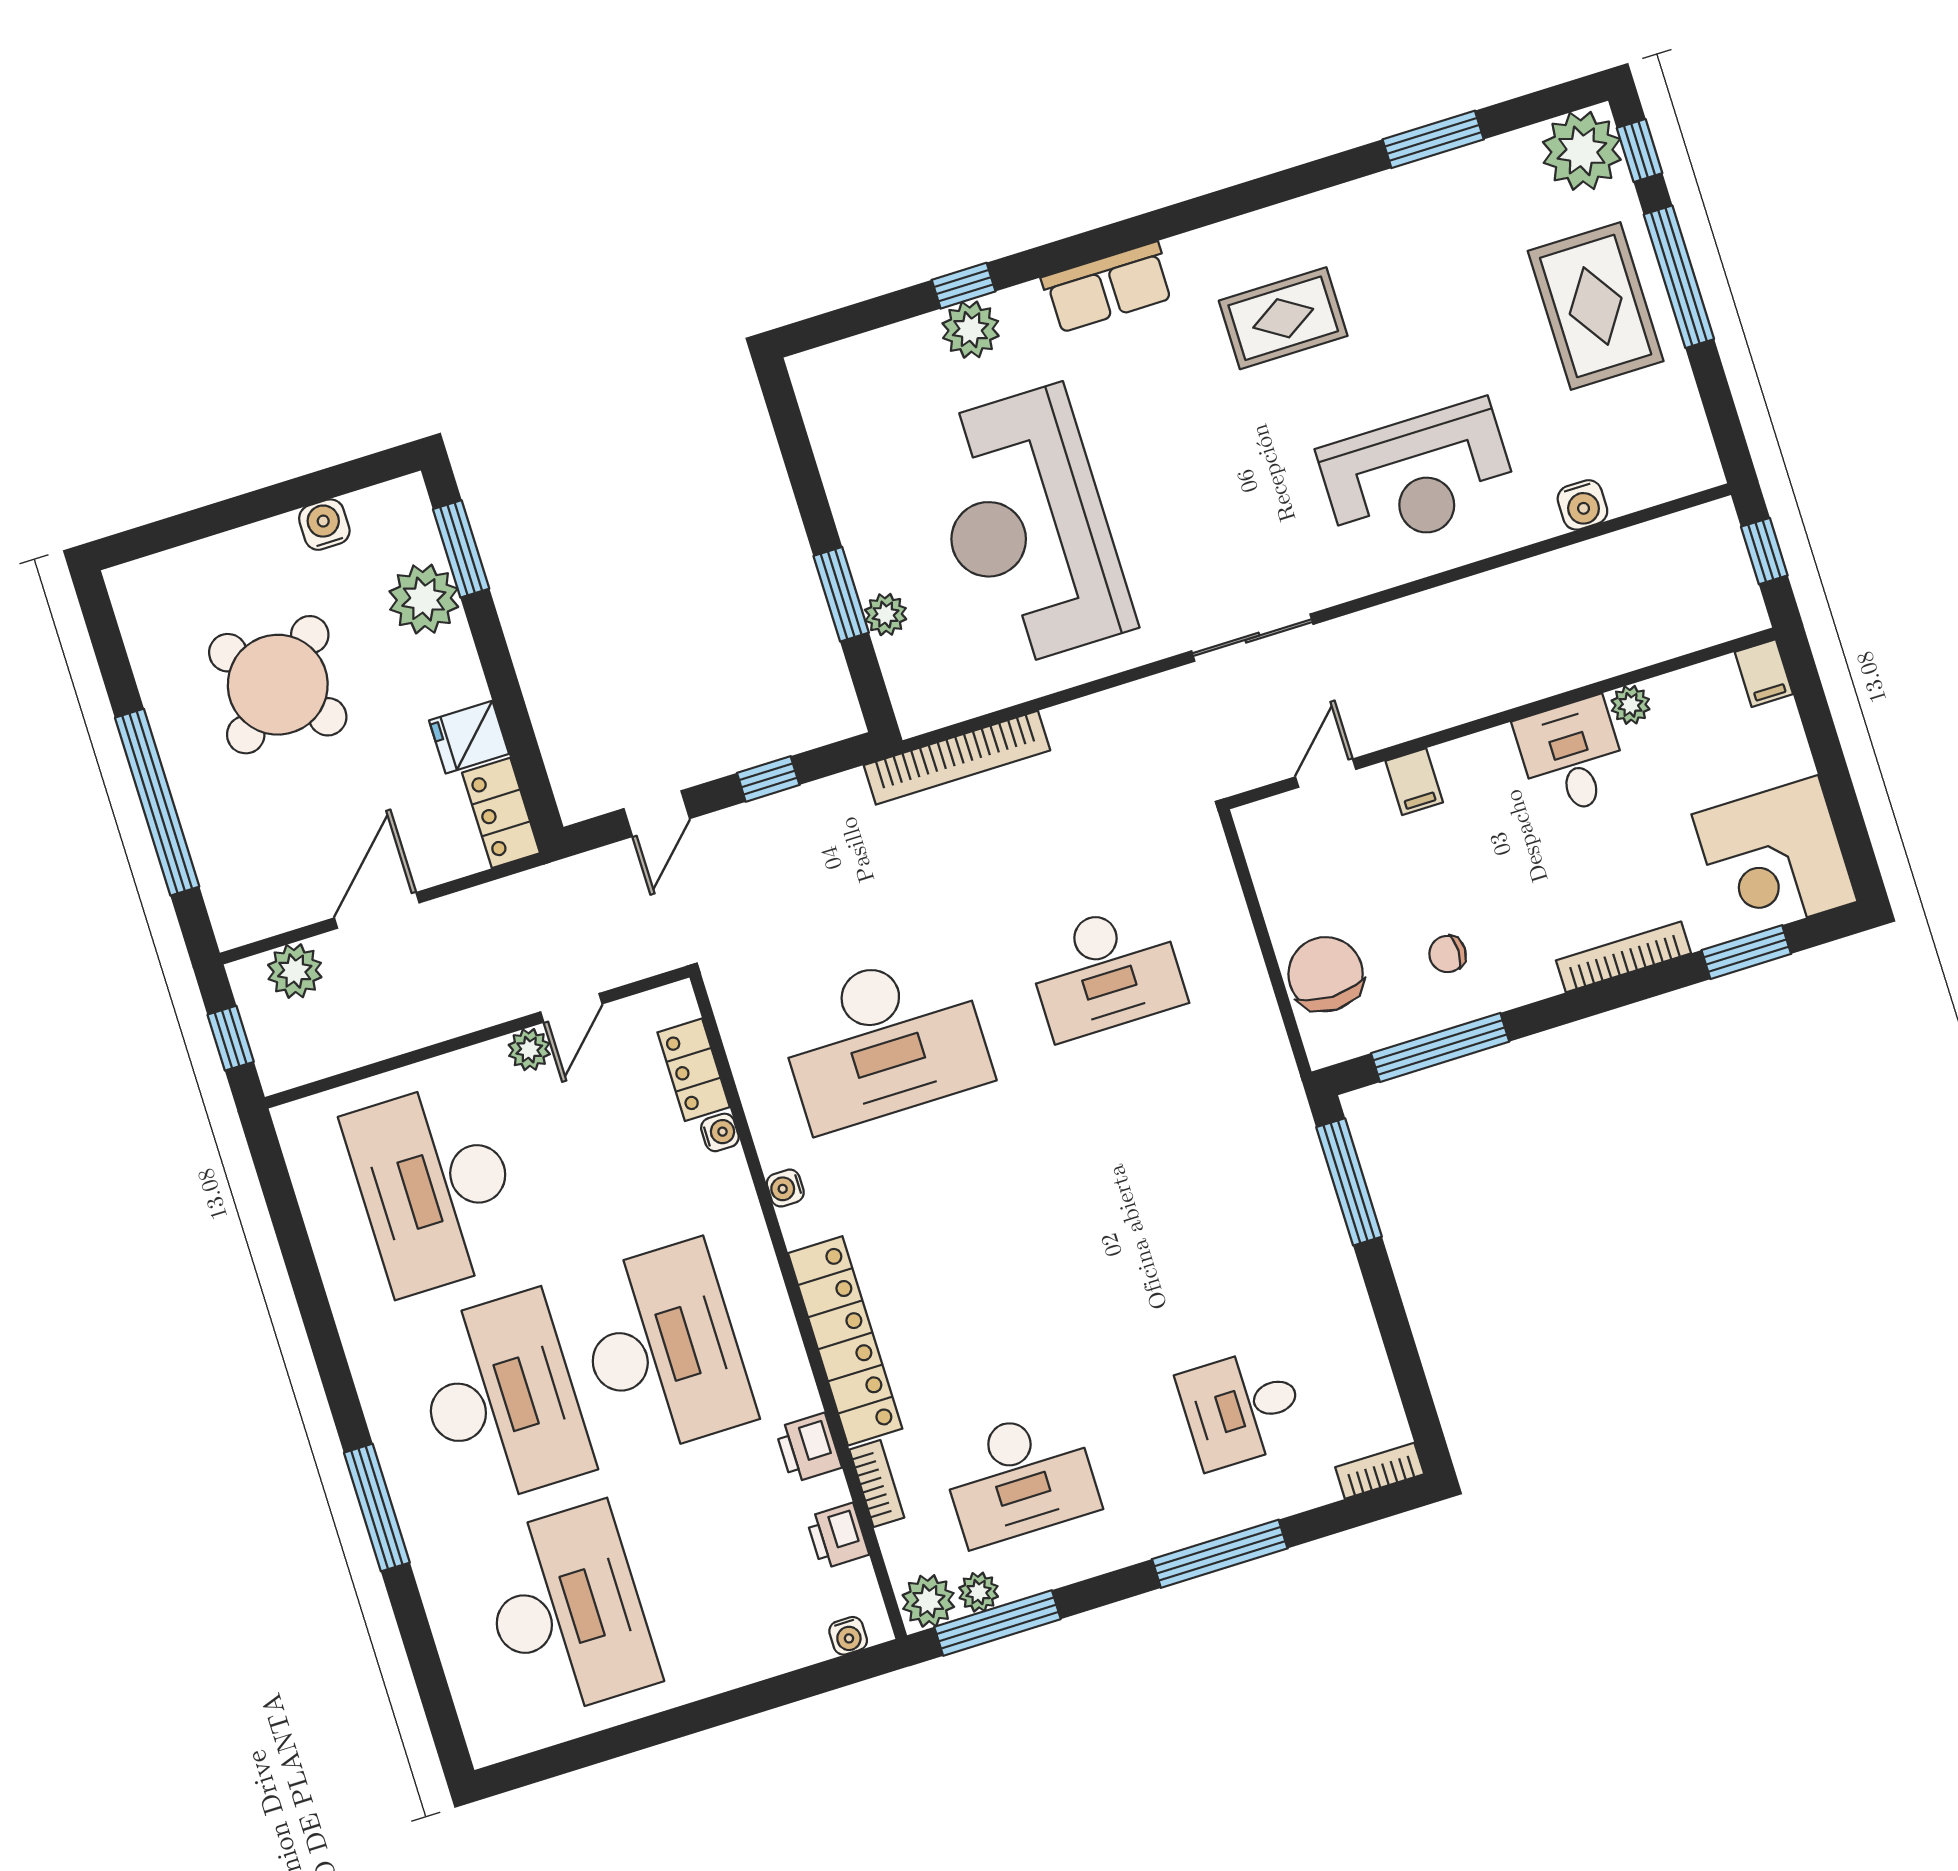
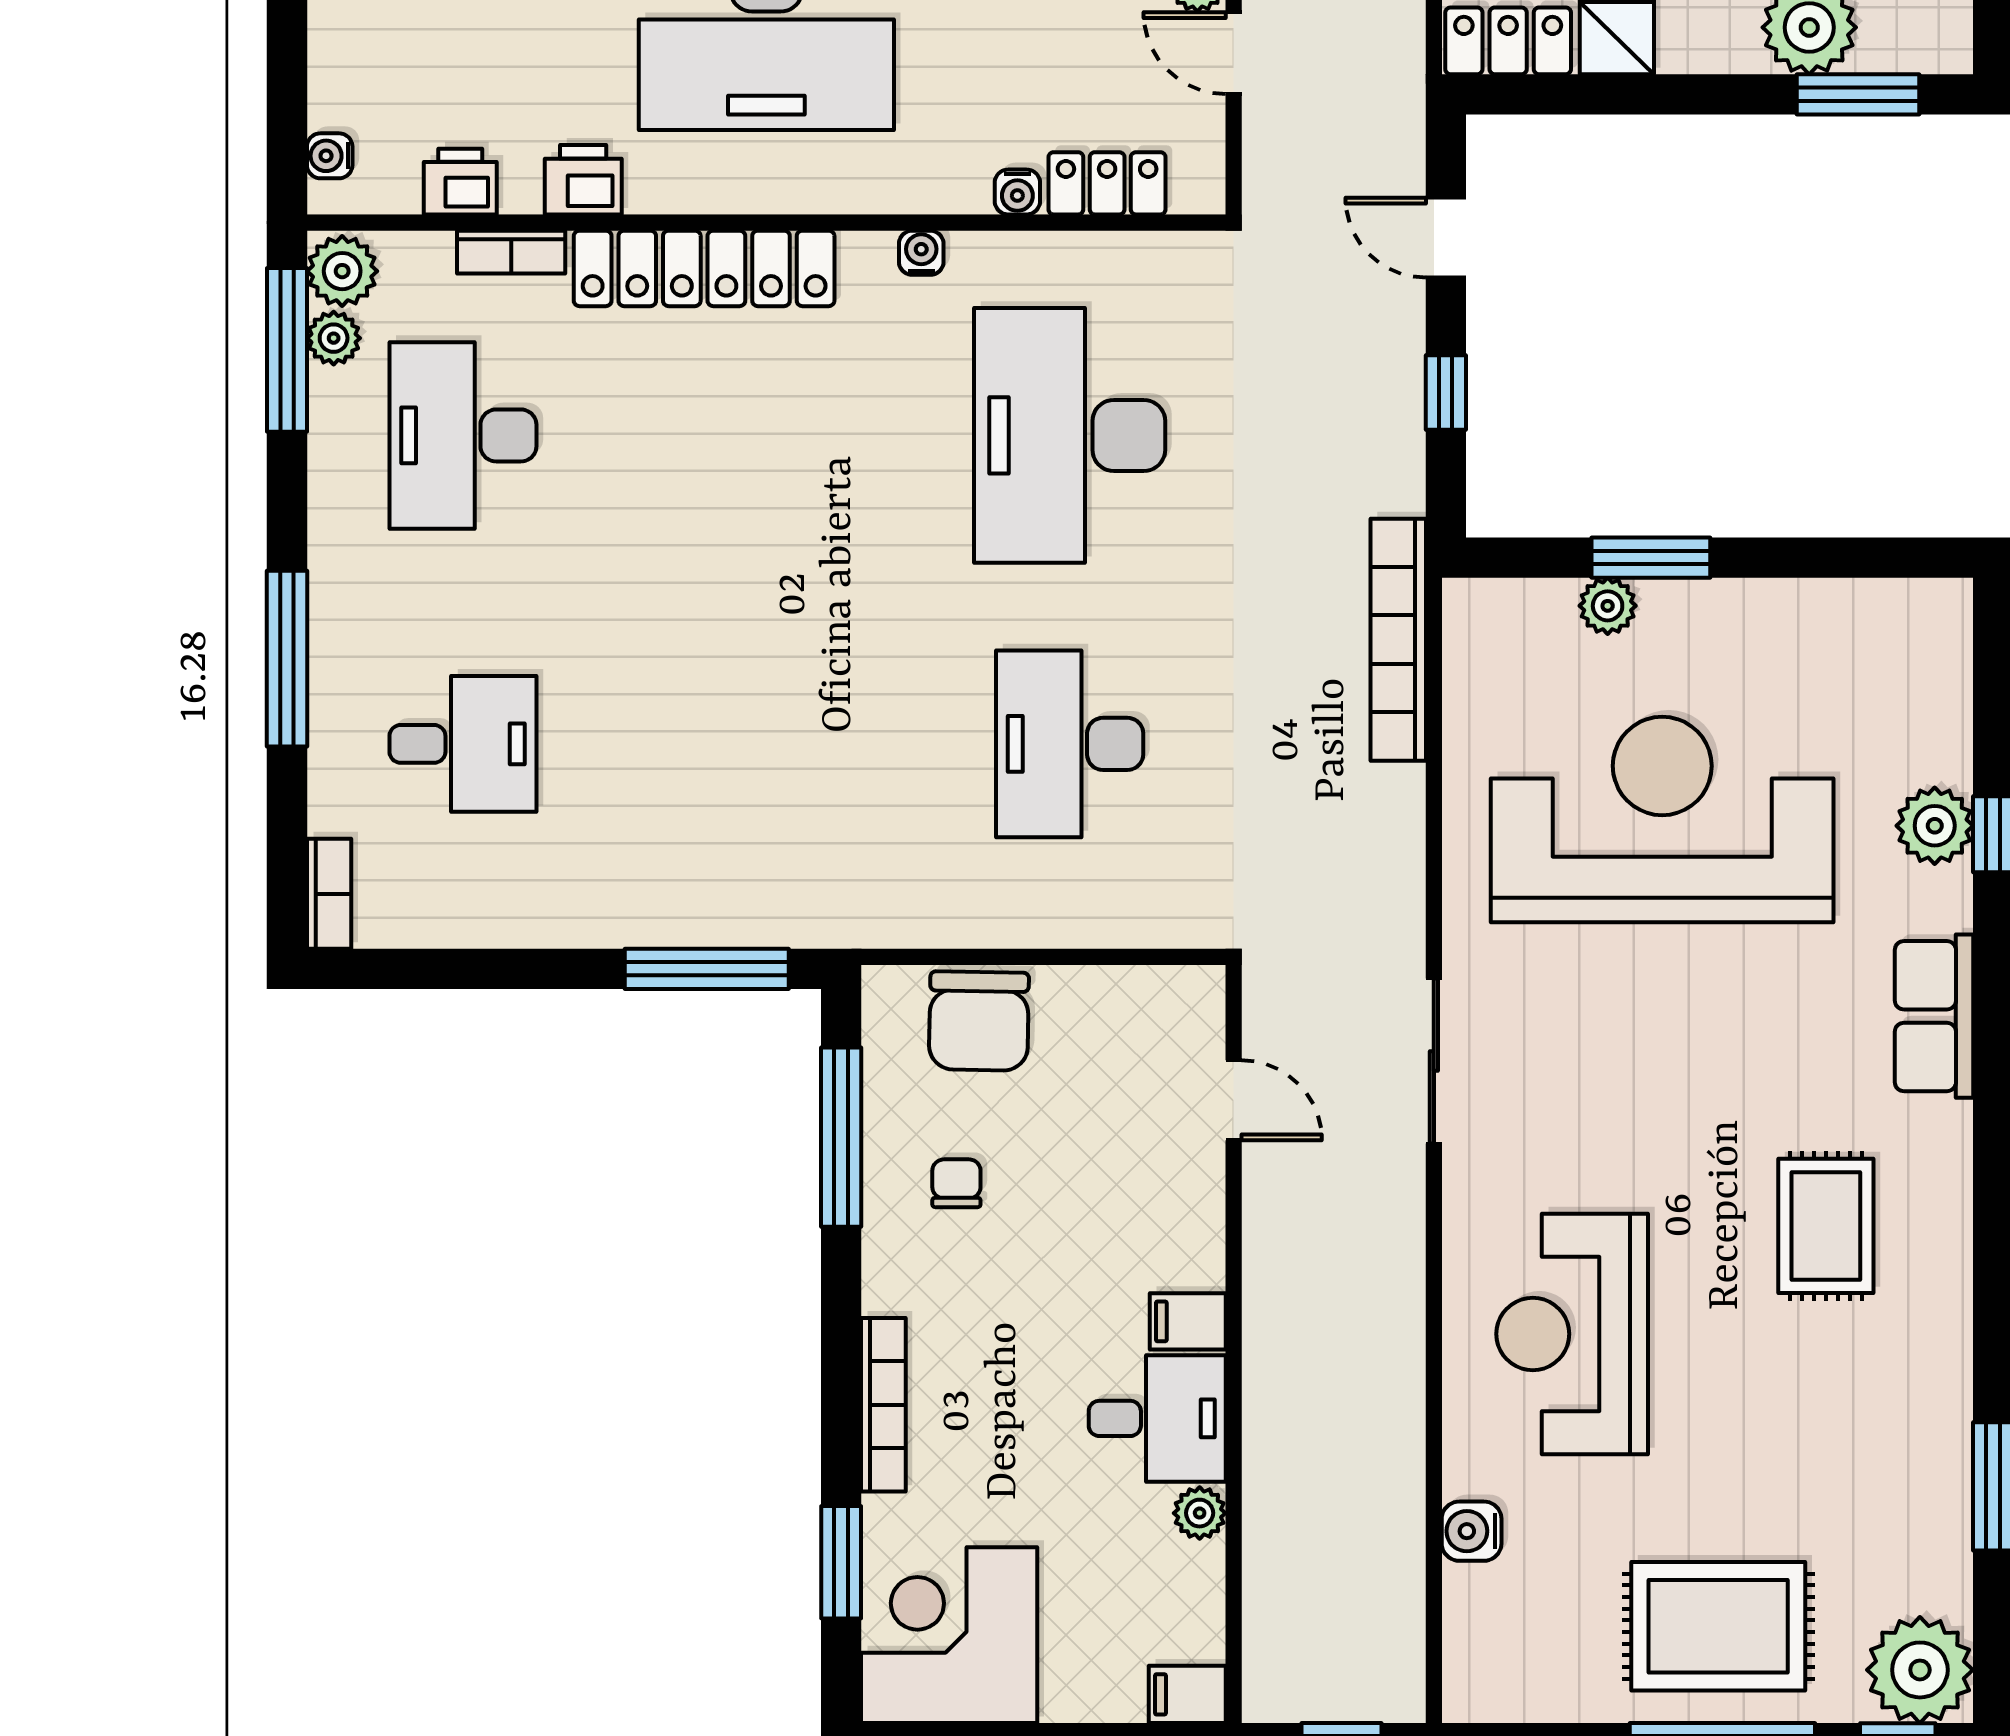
filing cabinet: (1414, 782) -> (1188, 1321), moved
chair: (1326, 974) -> (979, 1021), turned 91
desk: (1242, 1408) -> (463, 744), turned 90

